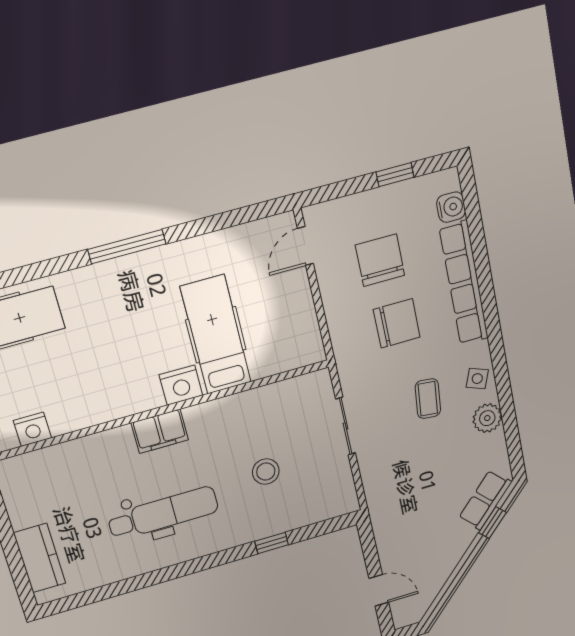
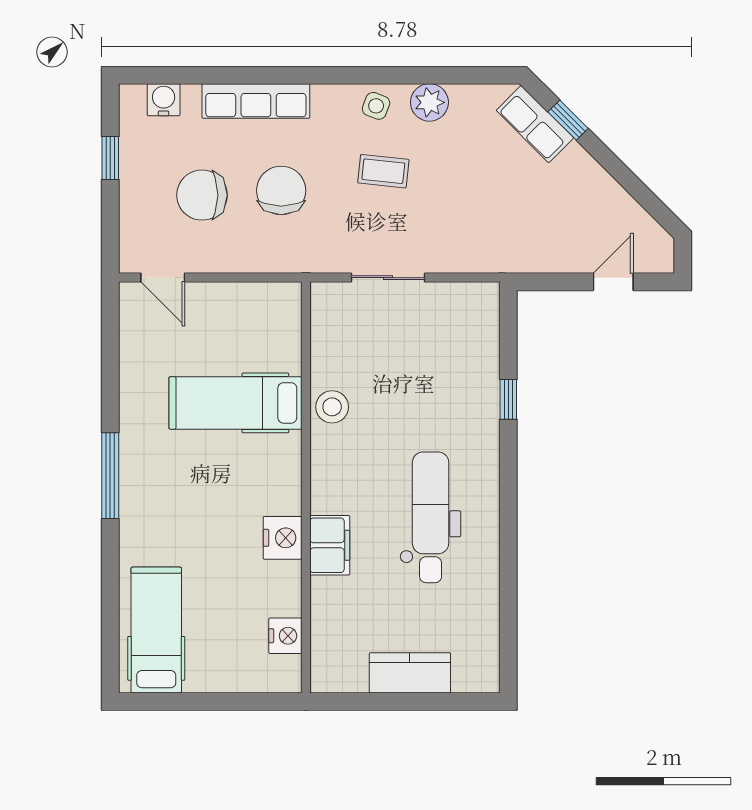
row of seats: (464, 283) -> (256, 101), width x0.73
nightstand: (181, 385) -> (283, 538), moved
filing cabinet: (160, 431) -> (330, 545), moved
stool: (266, 472) -> (332, 407), moved
kitchen counter: (40, 558) -> (410, 673), moved

